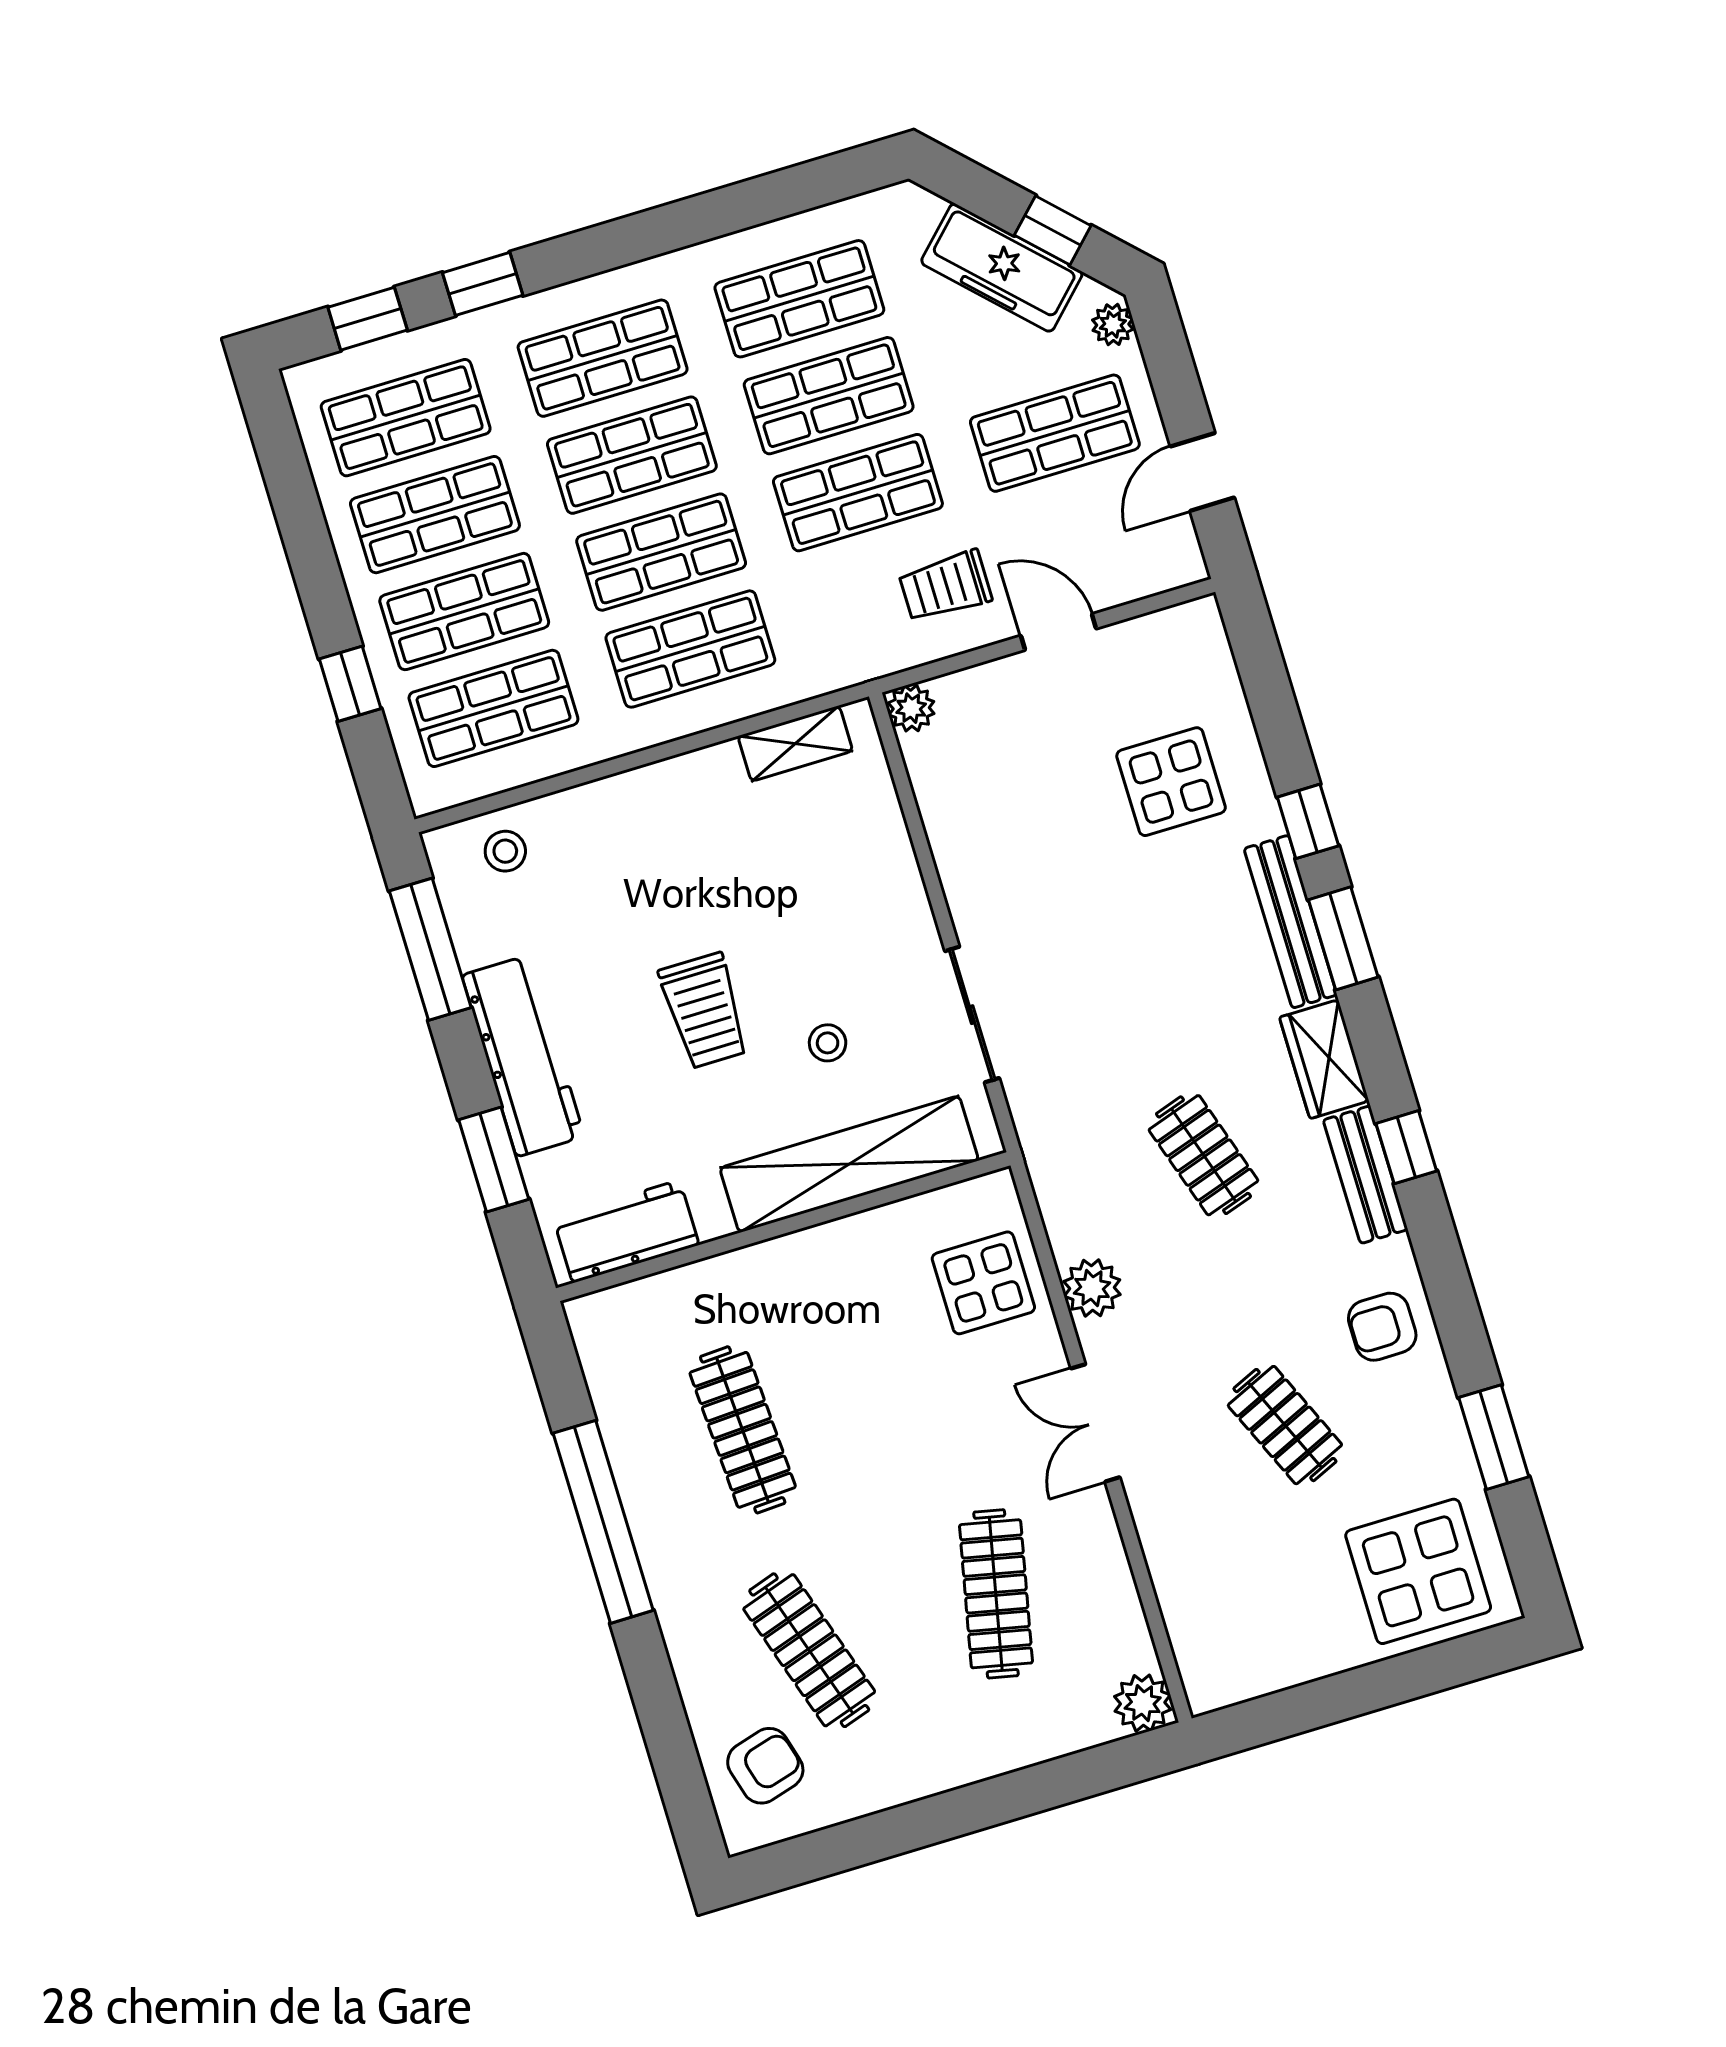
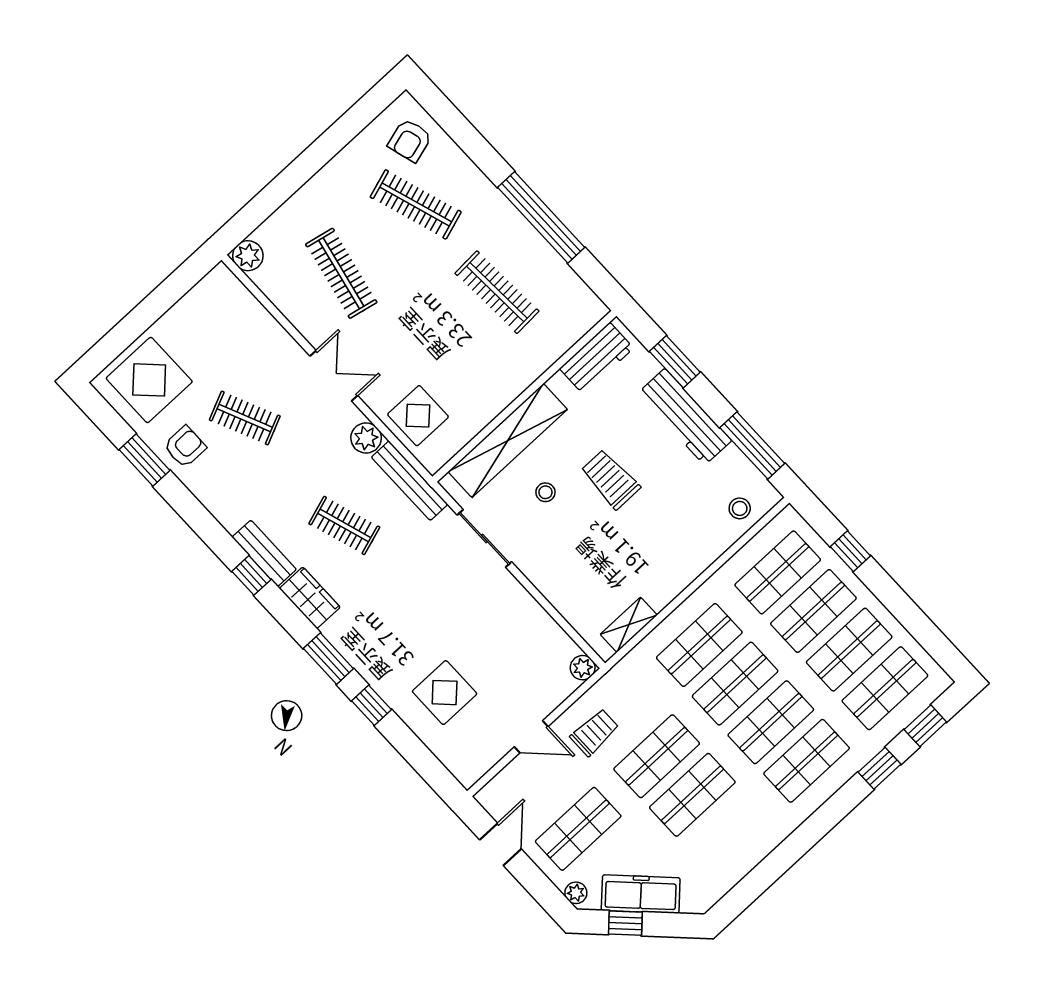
shop shelf: (799, 299) -> (728, 833), removed
bench: (1290, 922) -> (410, 481), moved
armchair: (1382, 1327) -> (185, 447), moved

